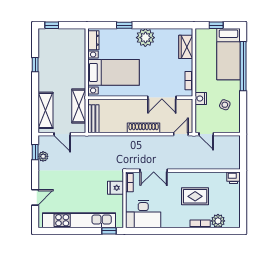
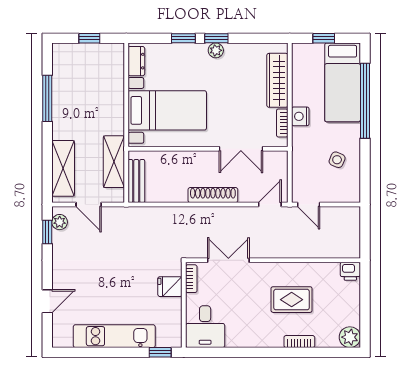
window: (52, 25) -> (89, 38), moved
window: (146, 25) -> (216, 38), added
plant: (145, 38) -> (216, 50), width x0.53, depth x0.53
wardrobe: (186, 47) -> (277, 80), width x1.50
window: (35, 65) -> (47, 98), width x2.17
nightstand: (201, 98) -> (300, 116), moved
plant: (43, 156) -> (60, 222), moved
double door: (154, 171) -> (228, 260), swing flipped
desk: (143, 214) -> (205, 327), width x0.73
kitchen unit: (79, 220) -> (114, 336), width x0.73
plant: (218, 221) -> (350, 337), moved

